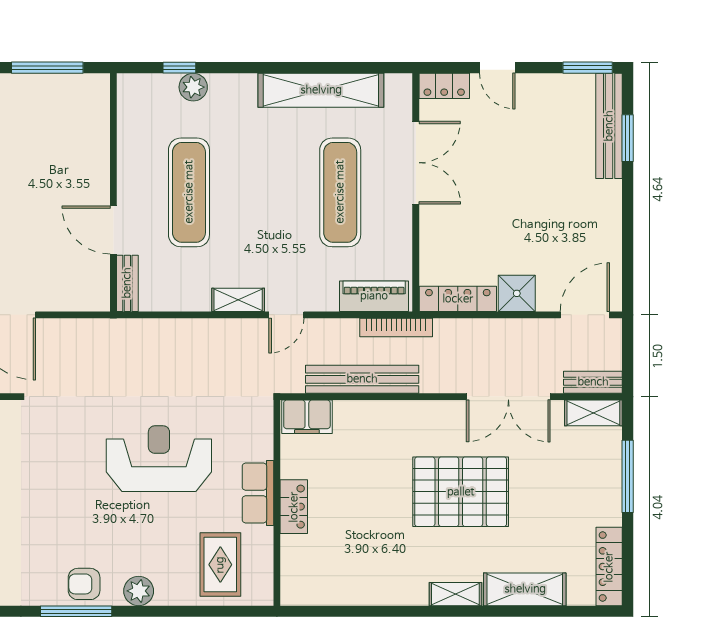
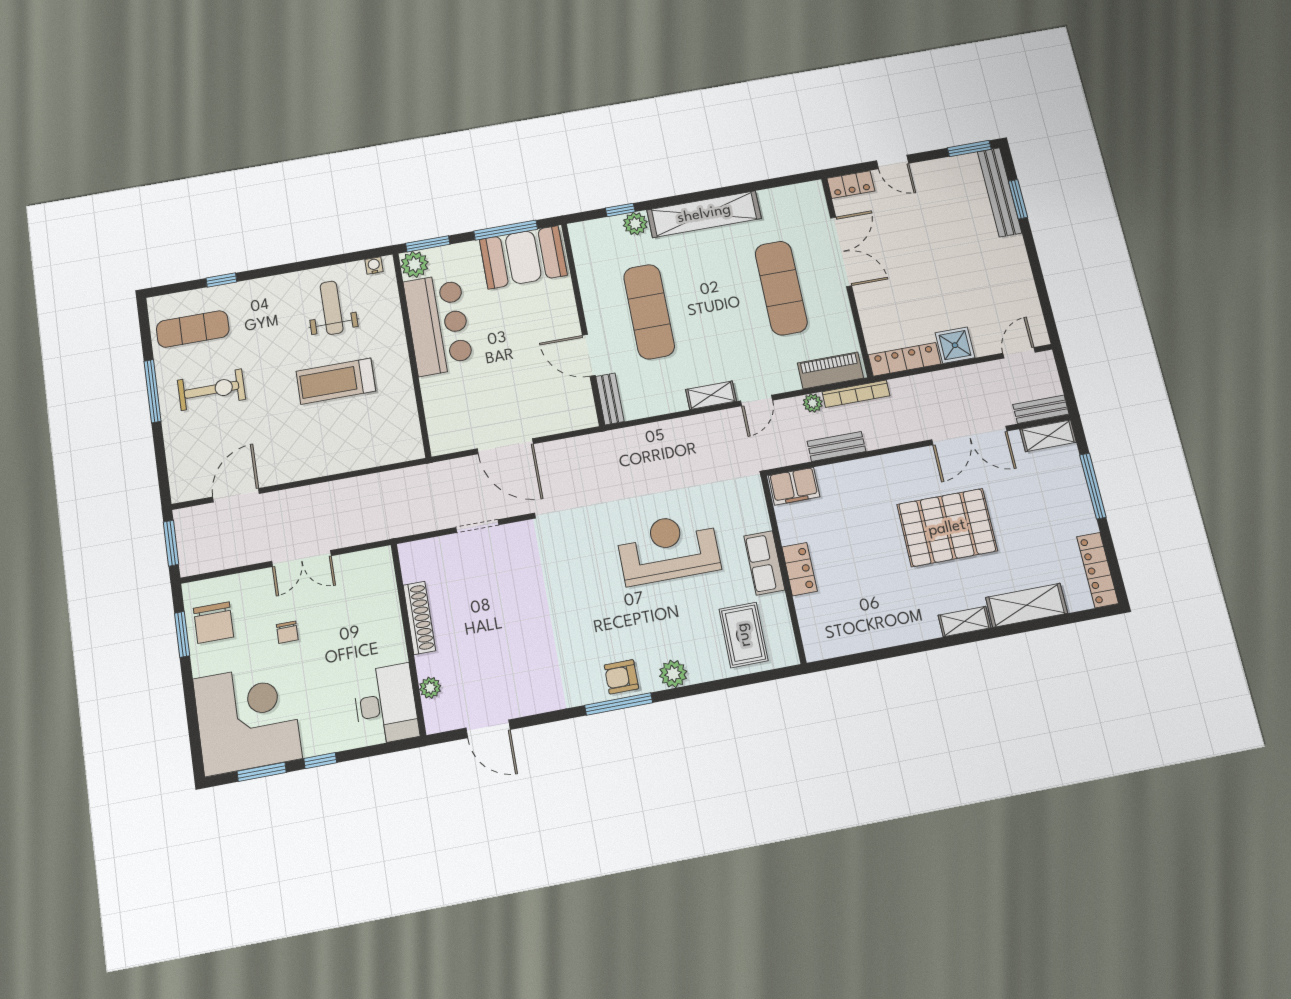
shelving: (321, 90) -> (704, 214), moved
booth: (61, 103) -> (523, 257), added
door: (585, 315) -> (1019, 353), width x0.73
plant: (347, 329) -> (813, 403), added
bench: (362, 379) -> (837, 446), width x0.54, depth x0.82

